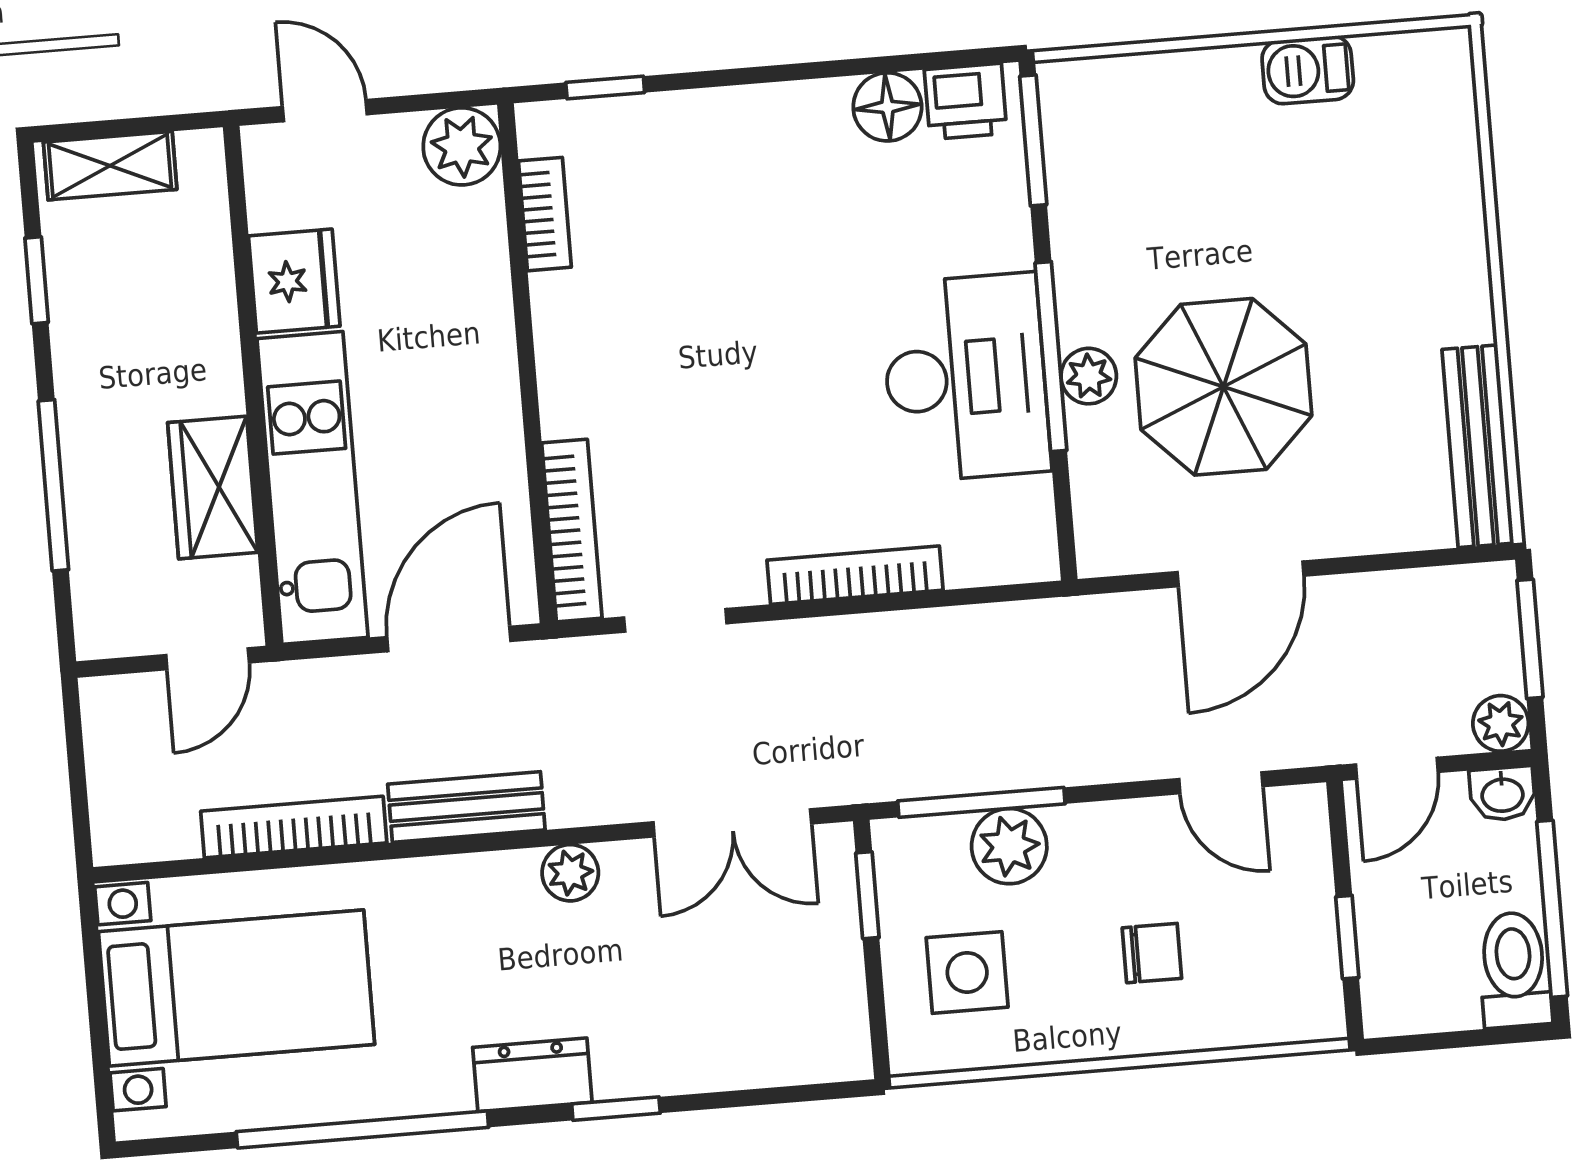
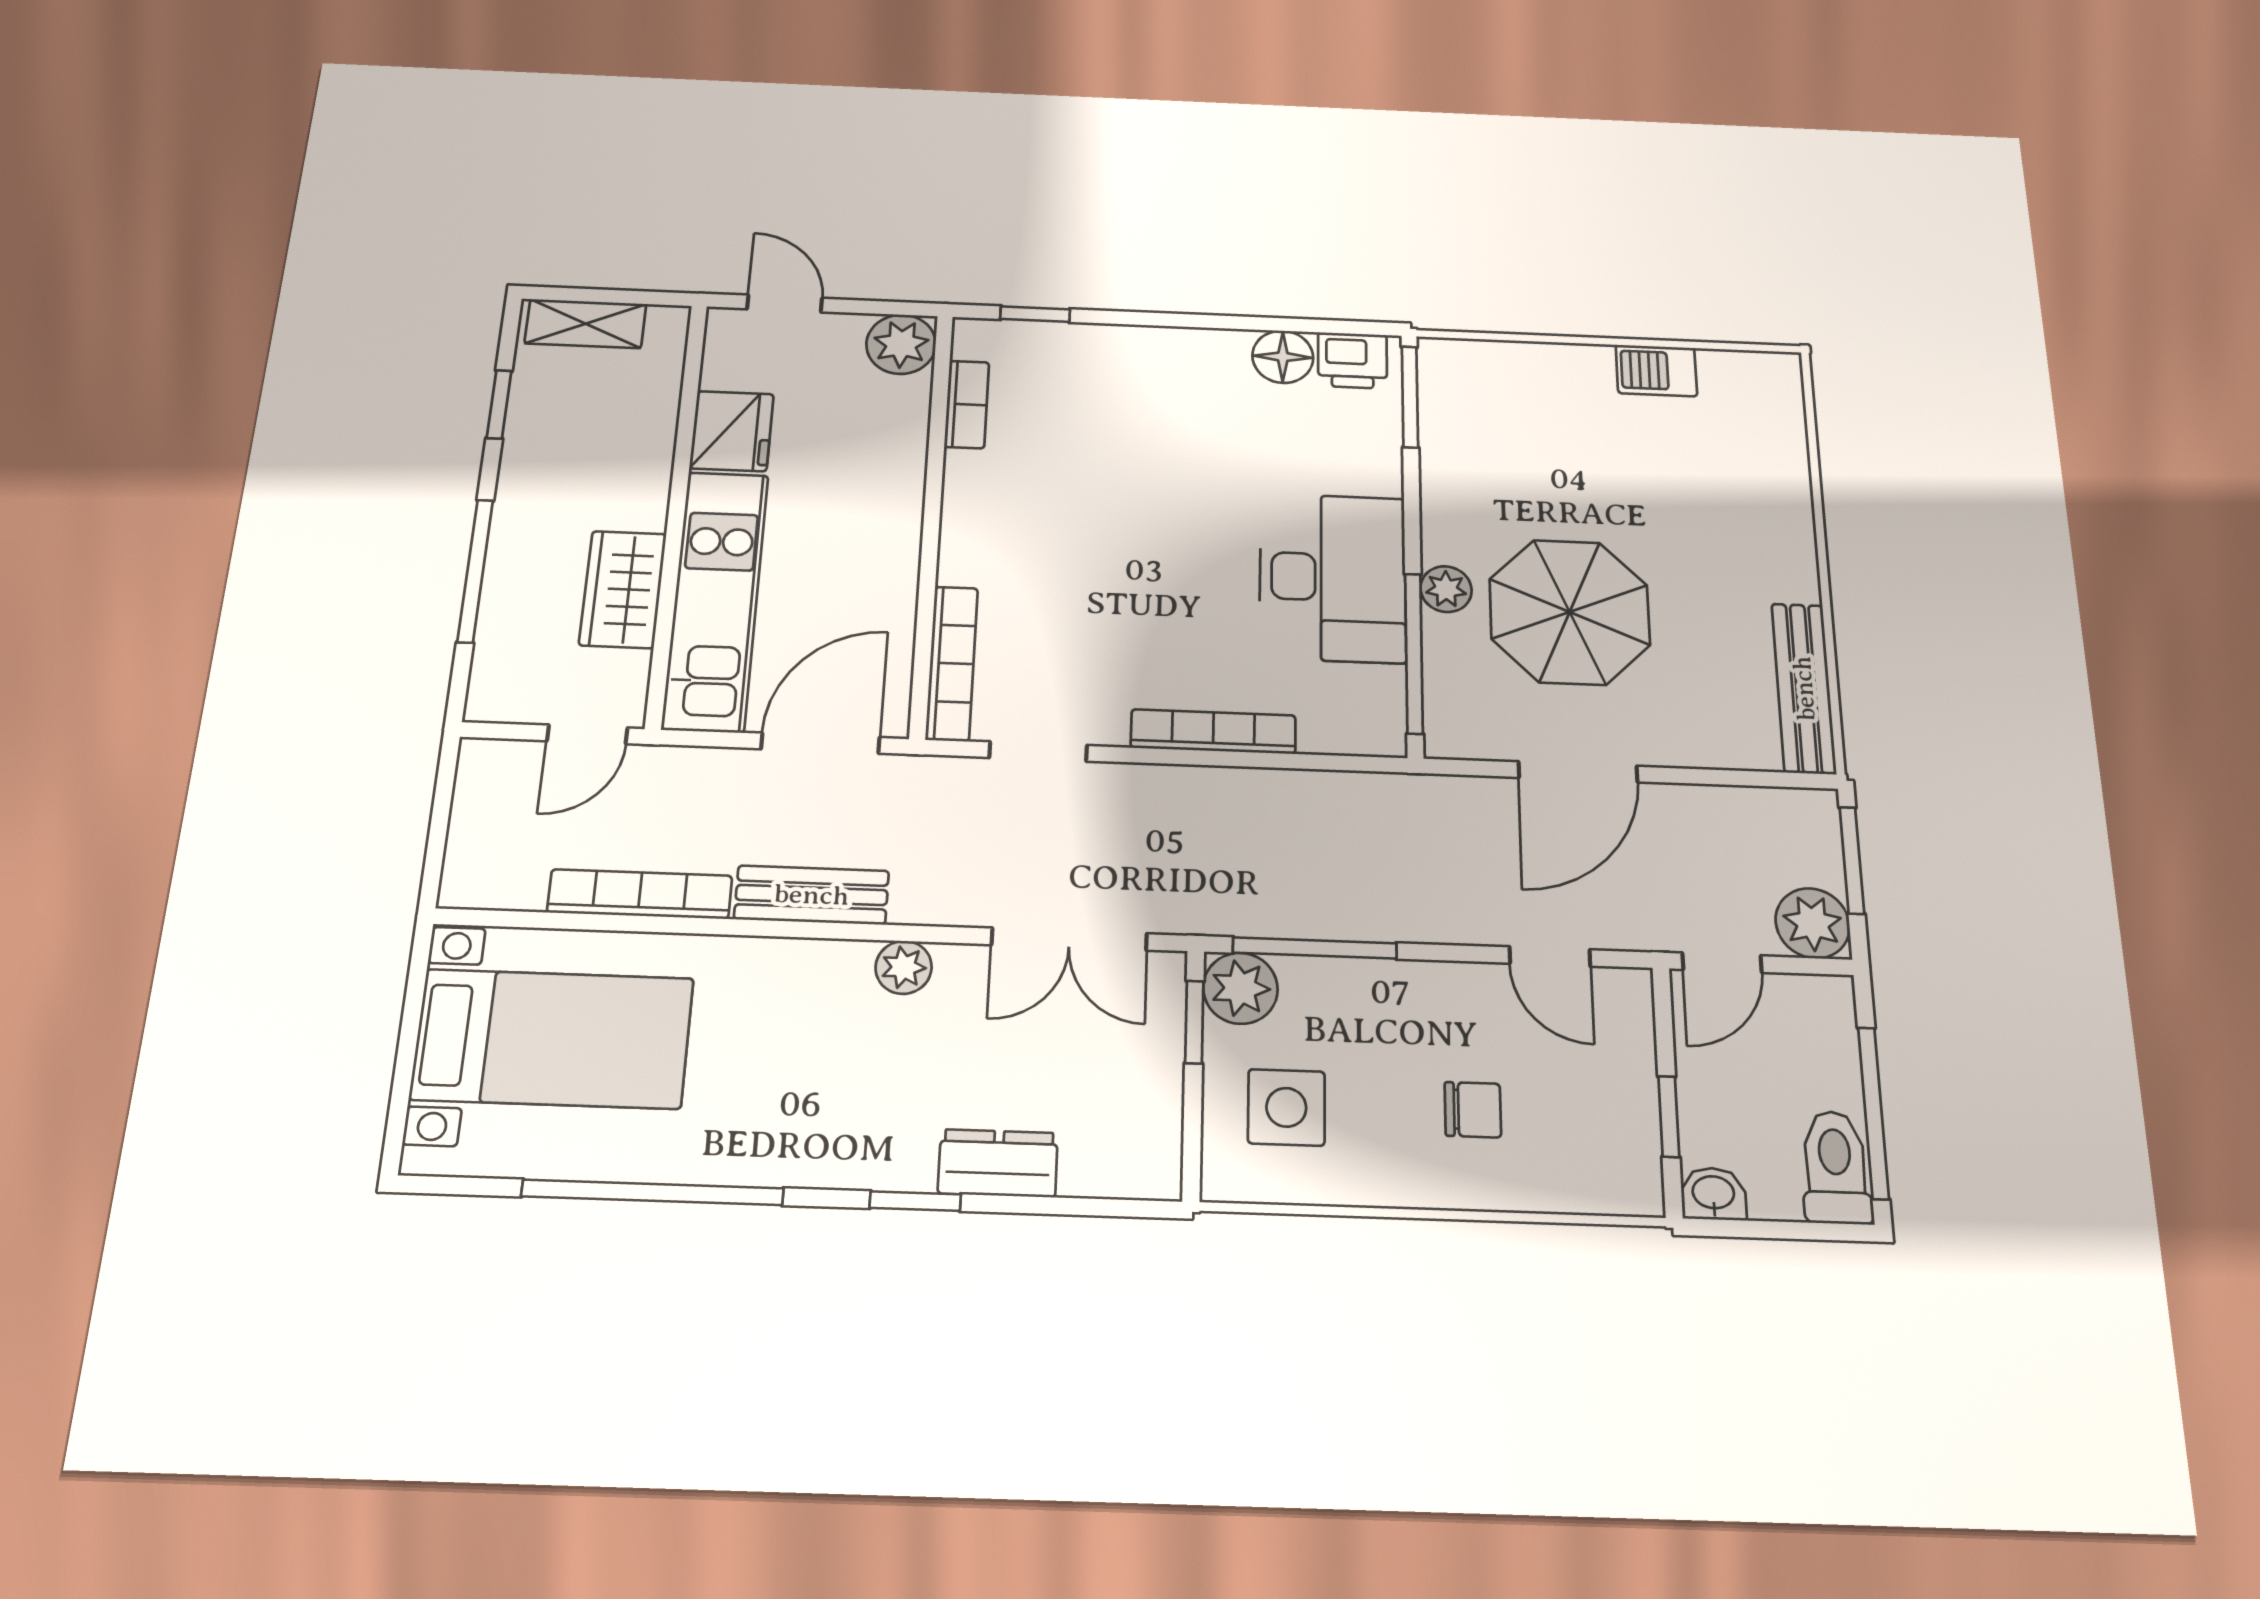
window: (1051, 357) -> (1414, 653), moved
plant: (1501, 723) -> (1813, 923), width x1.38, depth x1.38
washbasin: (1502, 794) -> (1713, 1194), moved, turned 180
plant: (1009, 846) -> (1240, 988), moved
dresser: (532, 1075) -> (998, 1163), moved

